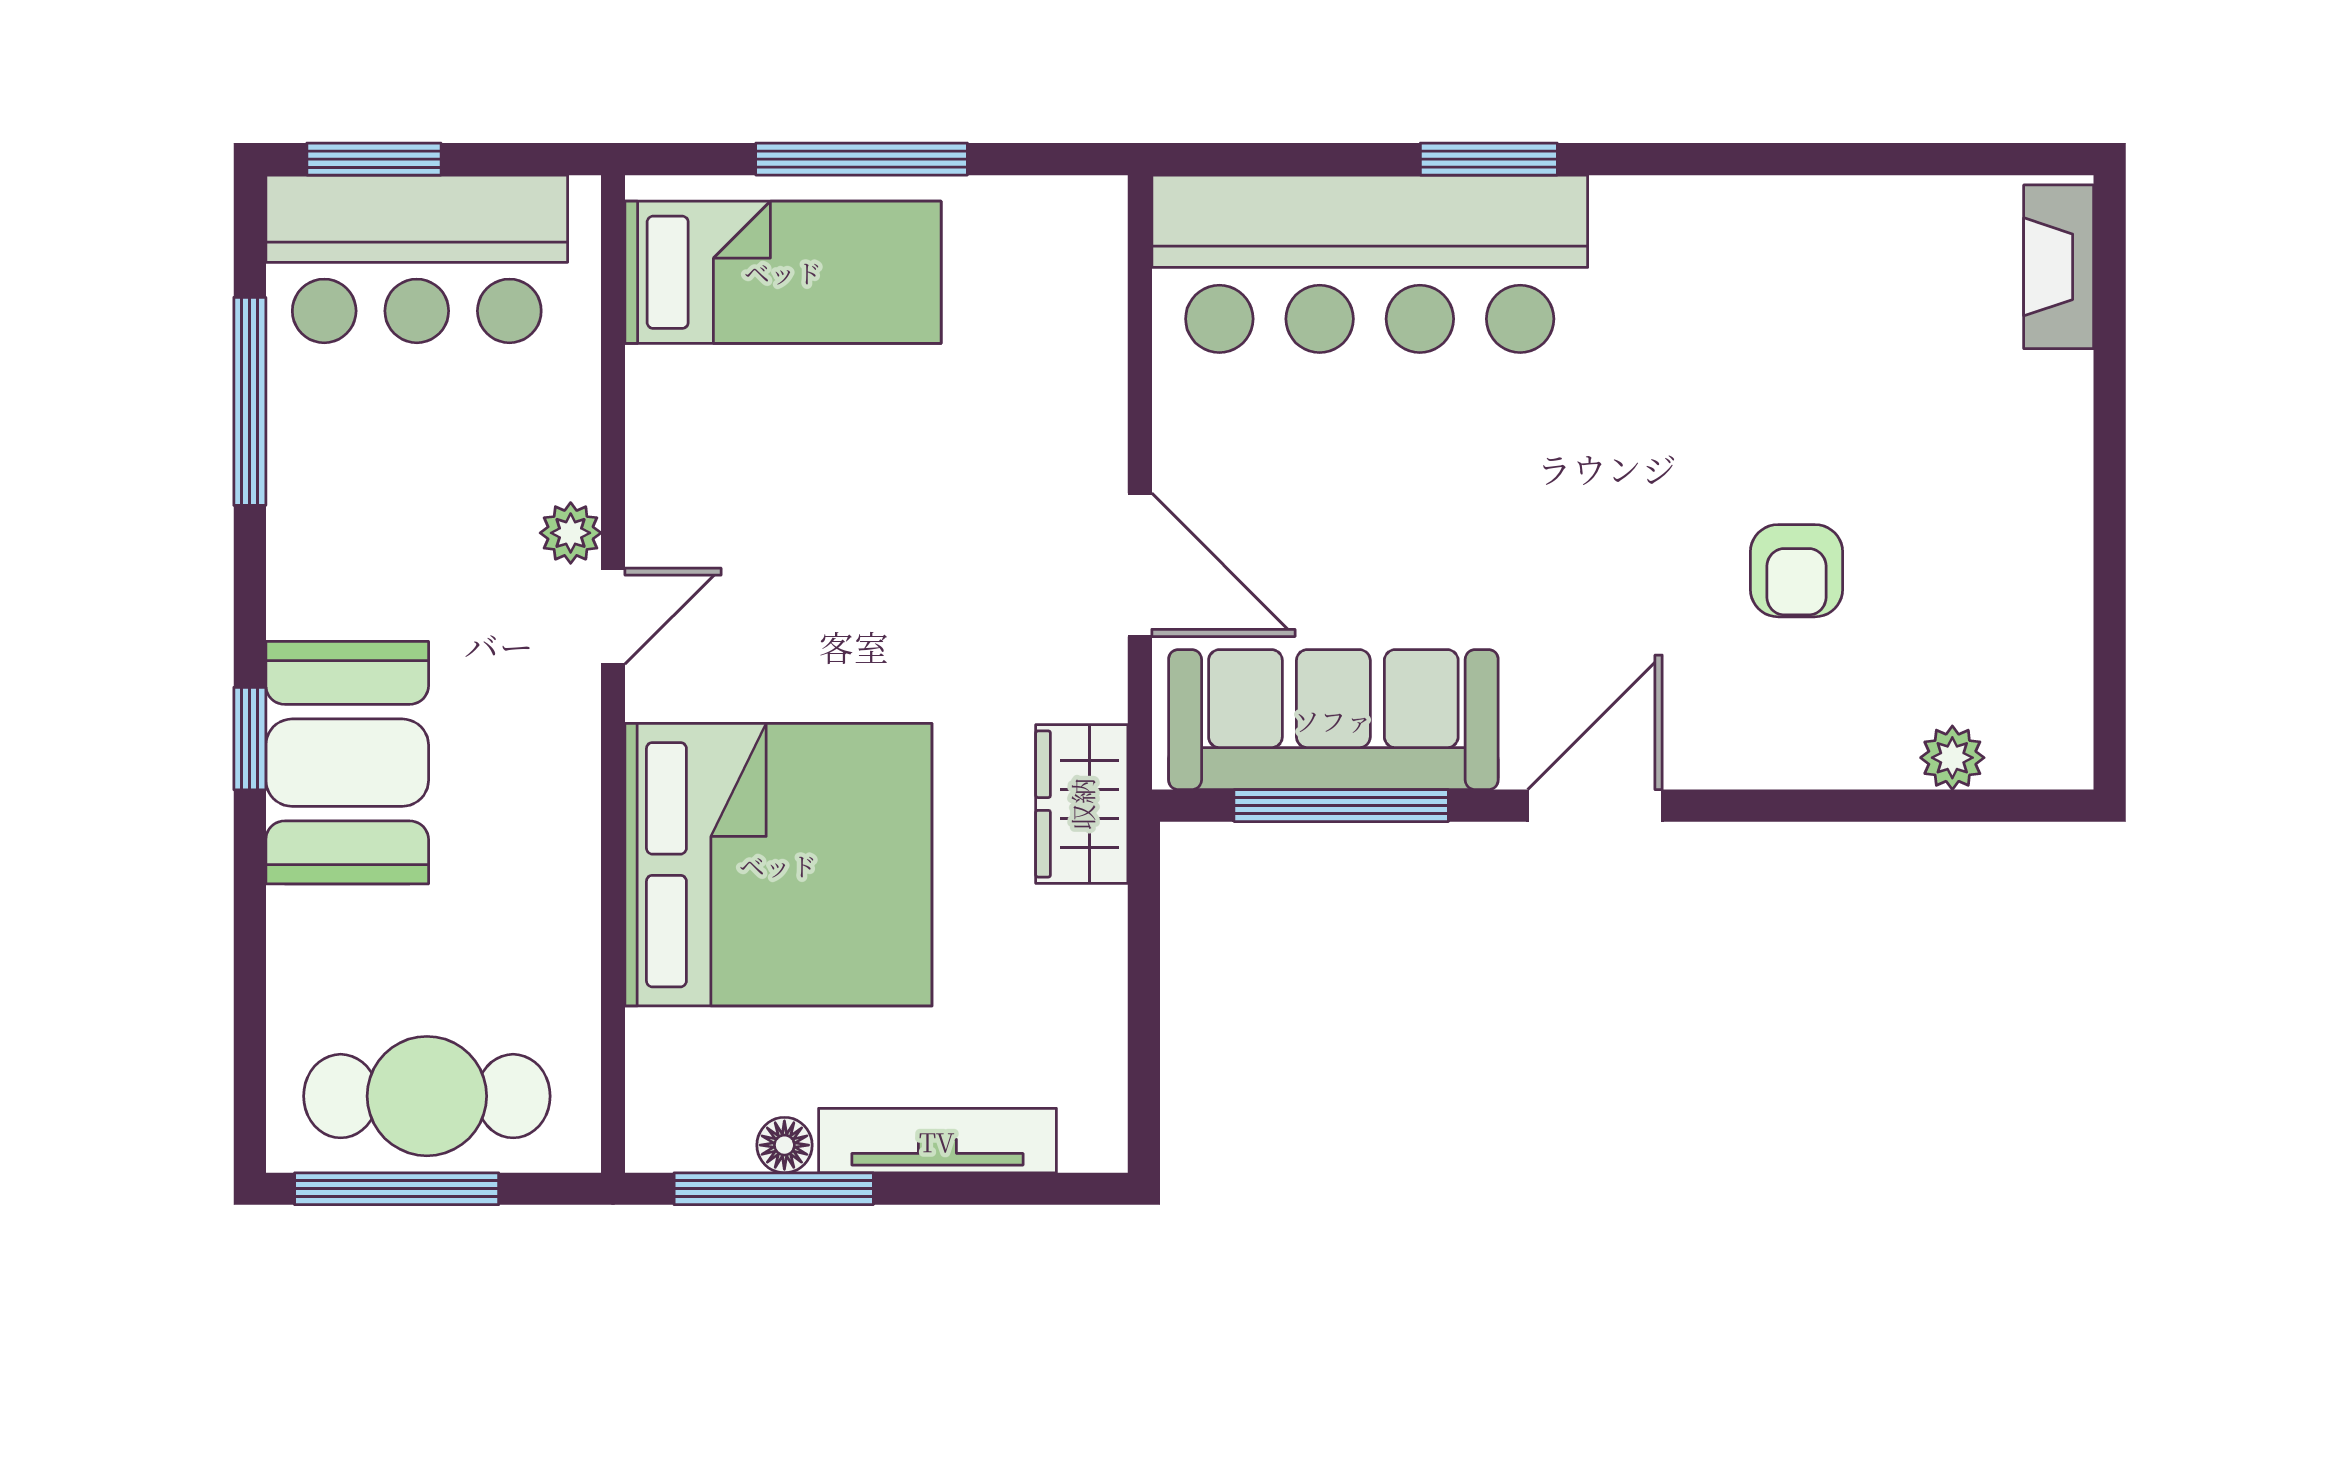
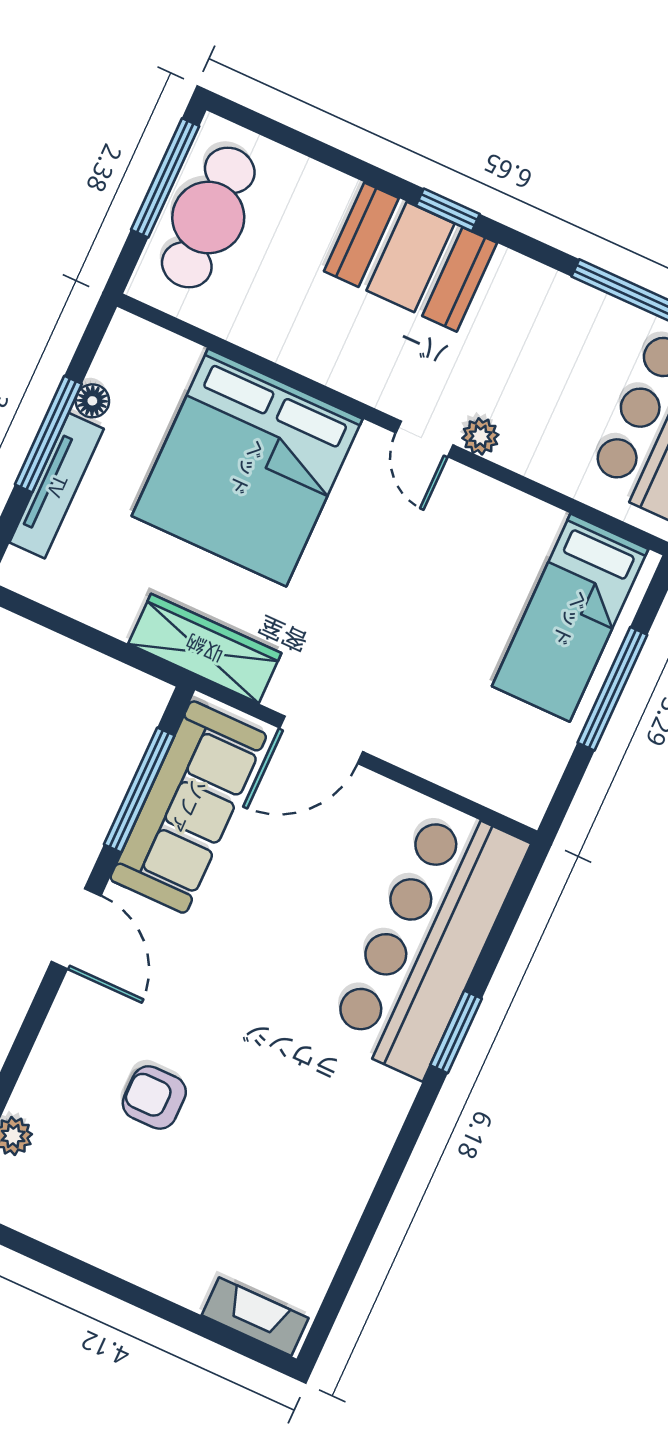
wardrobe: (1082, 804) -> (205, 648), width x1.50
window: (774, 1189) -> (48, 434), moved

